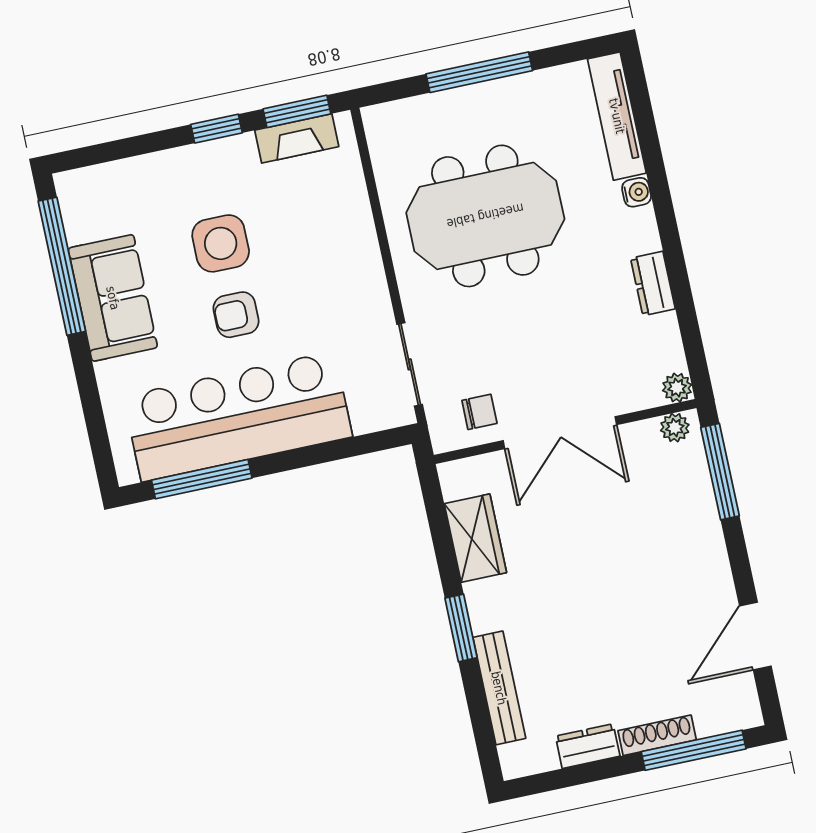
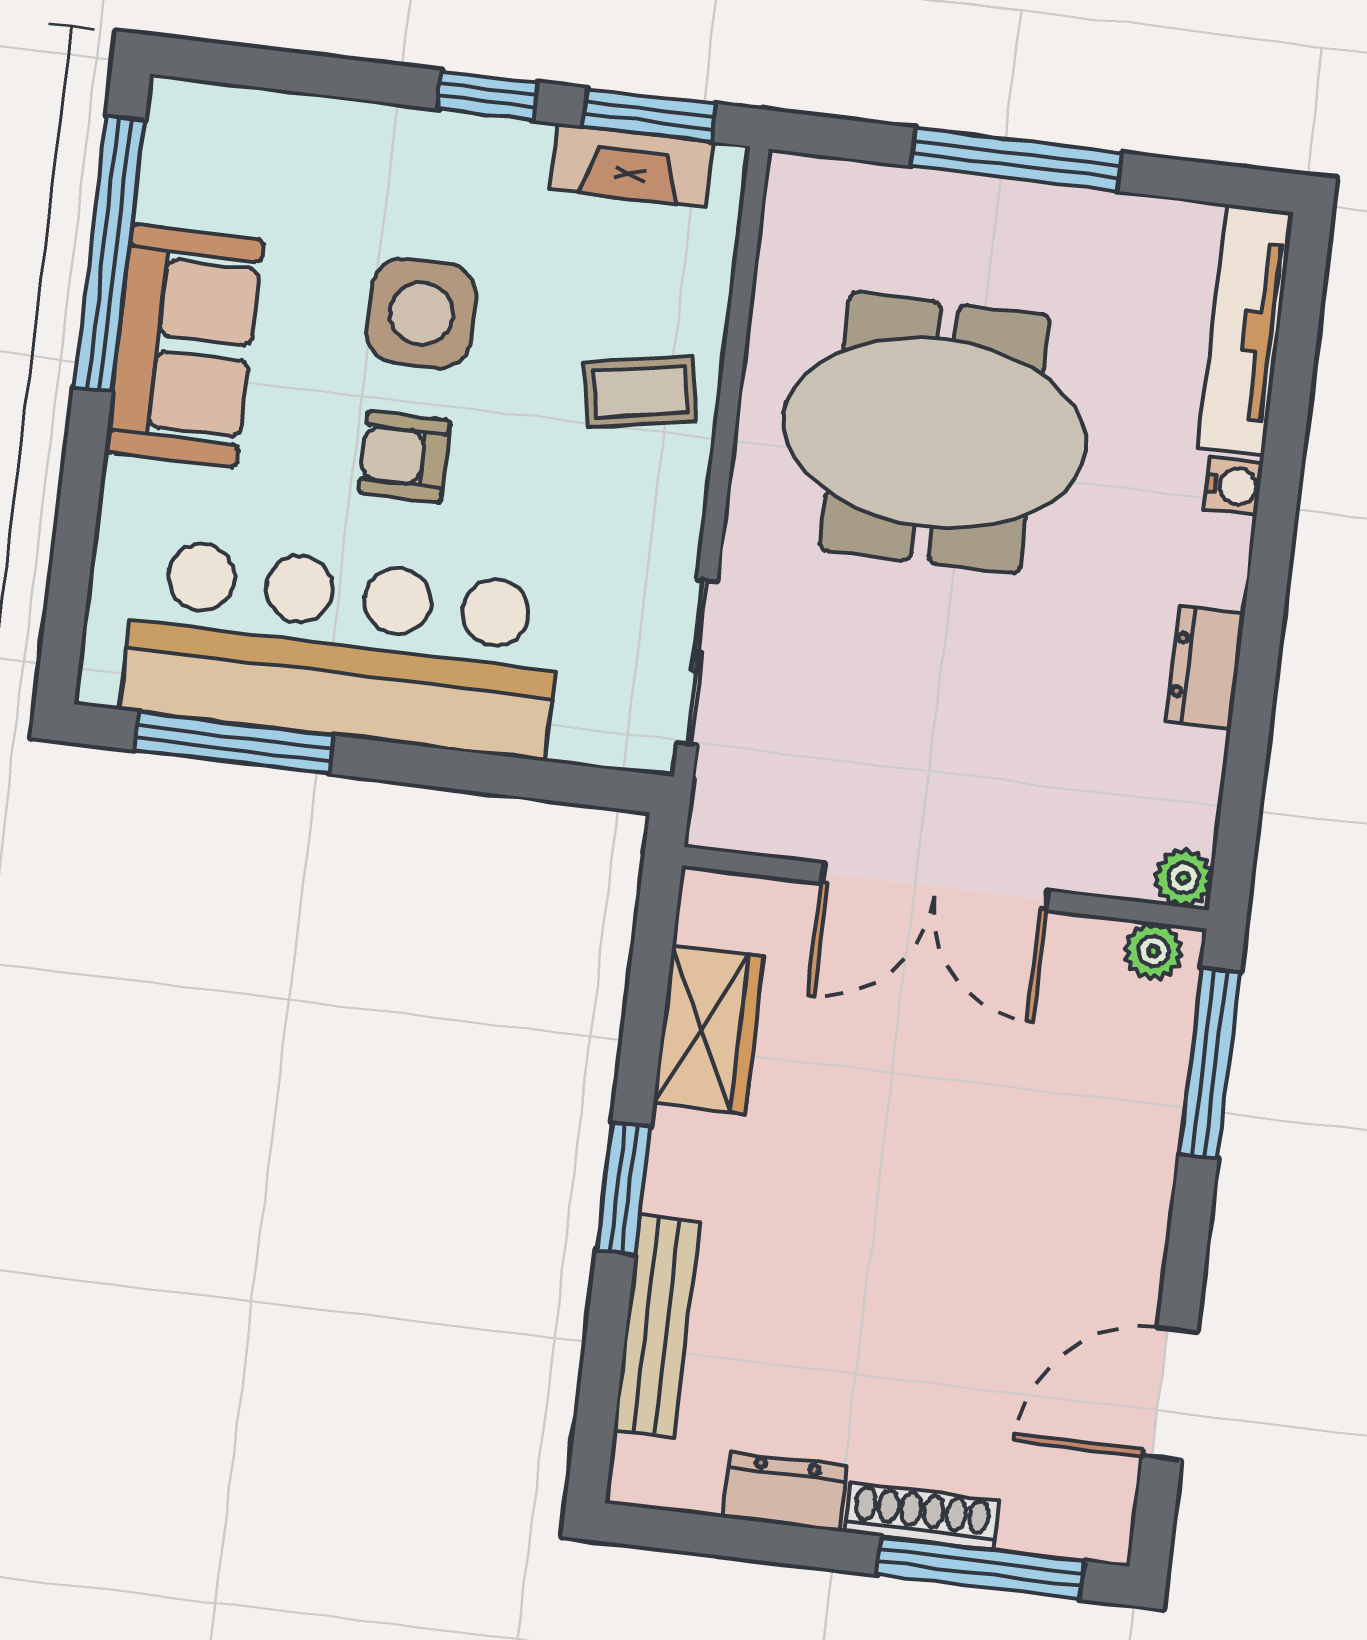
coffee table: (338, 245) -> (640, 391), added
chair: (479, 412) -> (797, 796), removed

